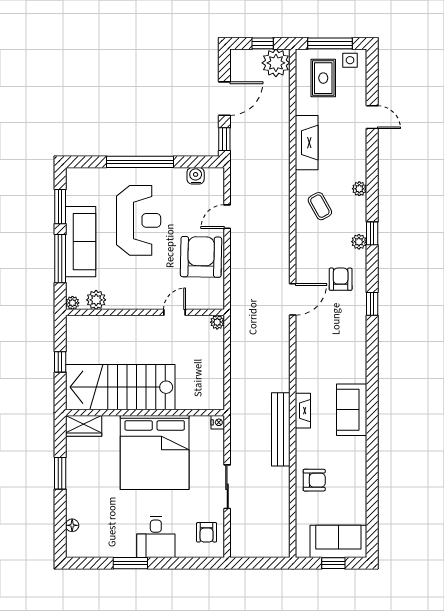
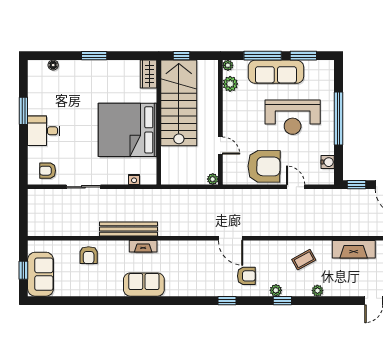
stairs: (120, 387) -> (179, 103), moved
wall: (145, 413) -> (159, 122), moved
wardrobe: (84, 426) -> (148, 74), moved
bed: (155, 453) -> (127, 130), moved

